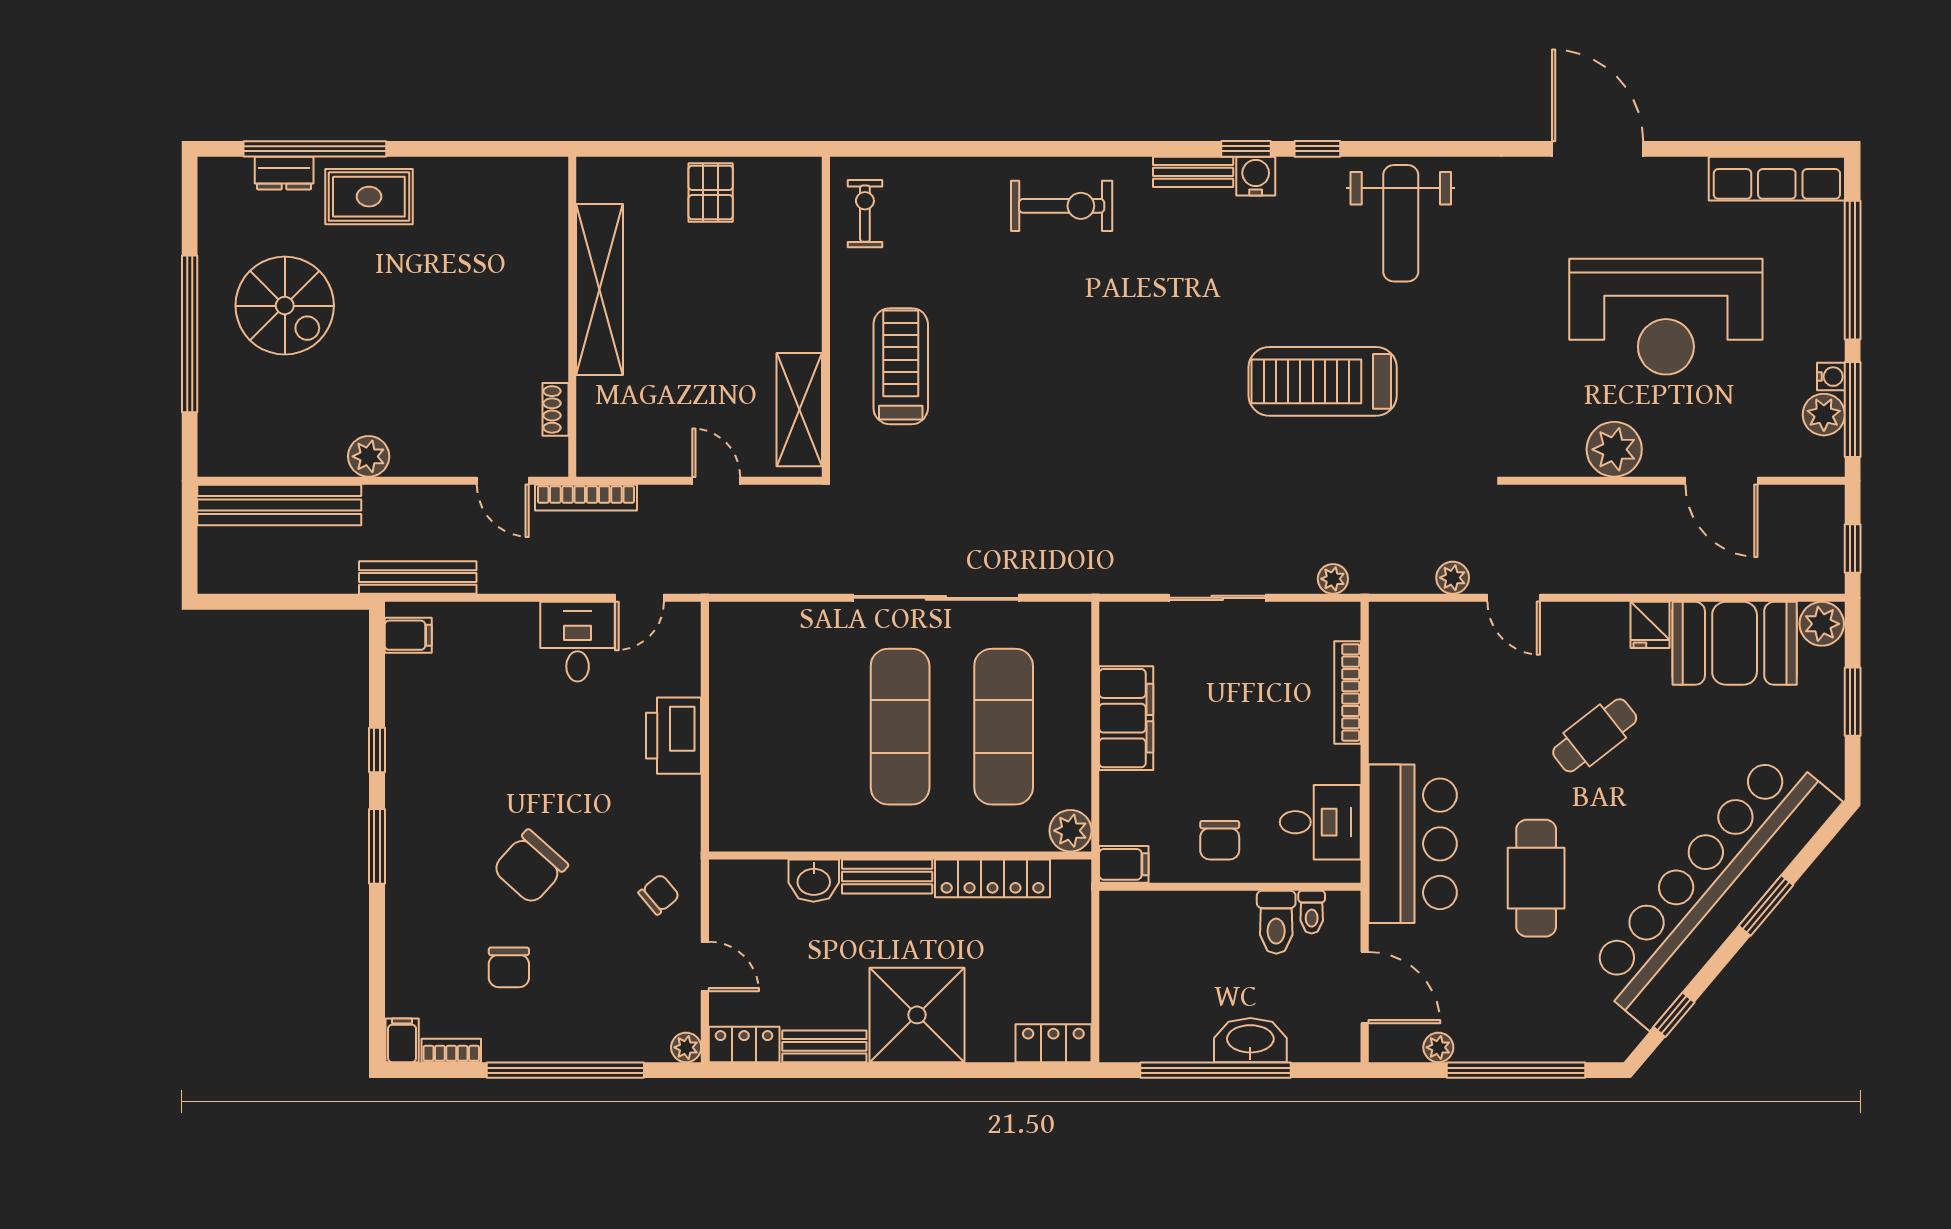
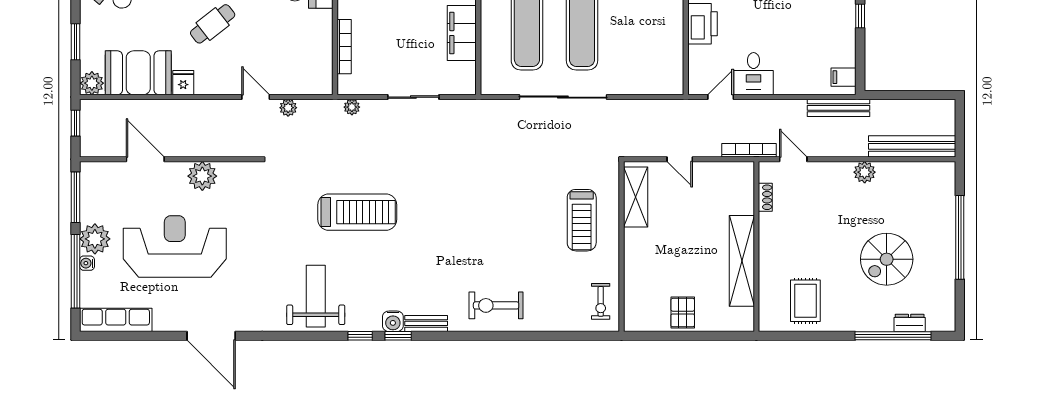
rug: (369, 197) -> (805, 301), moved, turned 90
spiral stairs: (285, 306) -> (887, 259), moved, turned -90
water cooler: (1831, 377) -> (87, 263), moved
plant: (1824, 415) -> (95, 239), moved, width x1.36, depth x1.36

